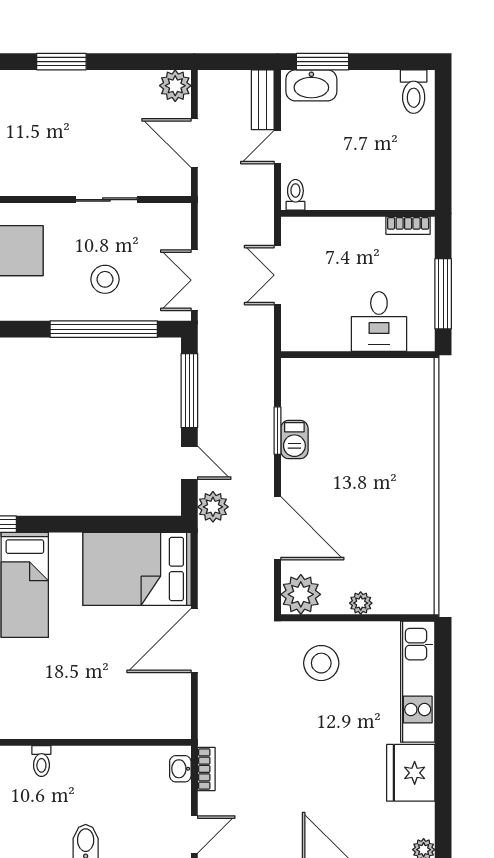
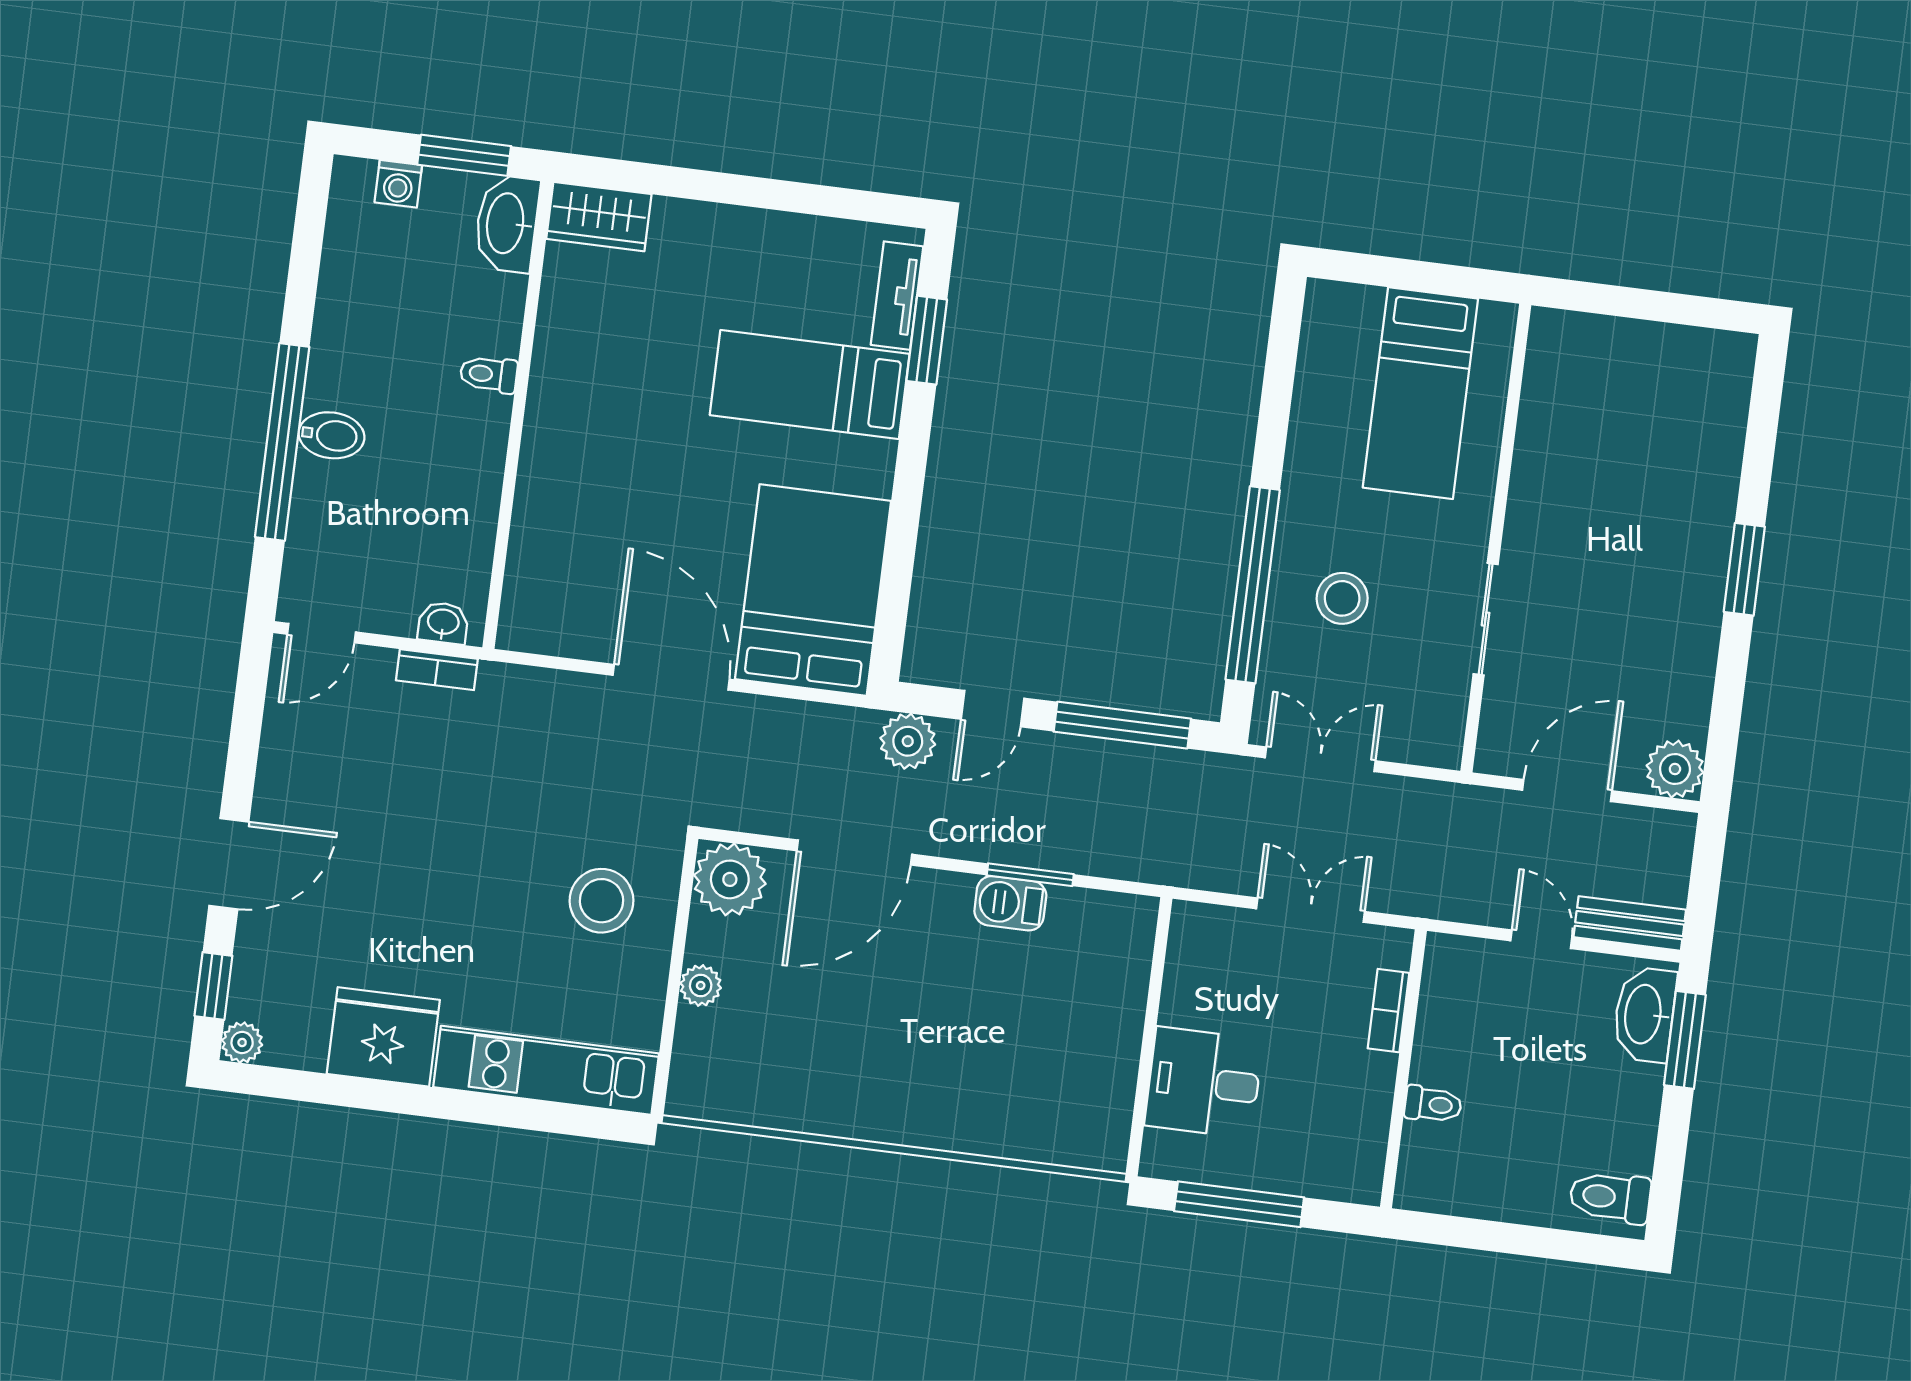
toilet: (295, 195) -> (1433, 1104), moved
bookcase: (408, 226) -> (1389, 1011), moved
door: (194, 834) -> (322, 633), hinge flipped

